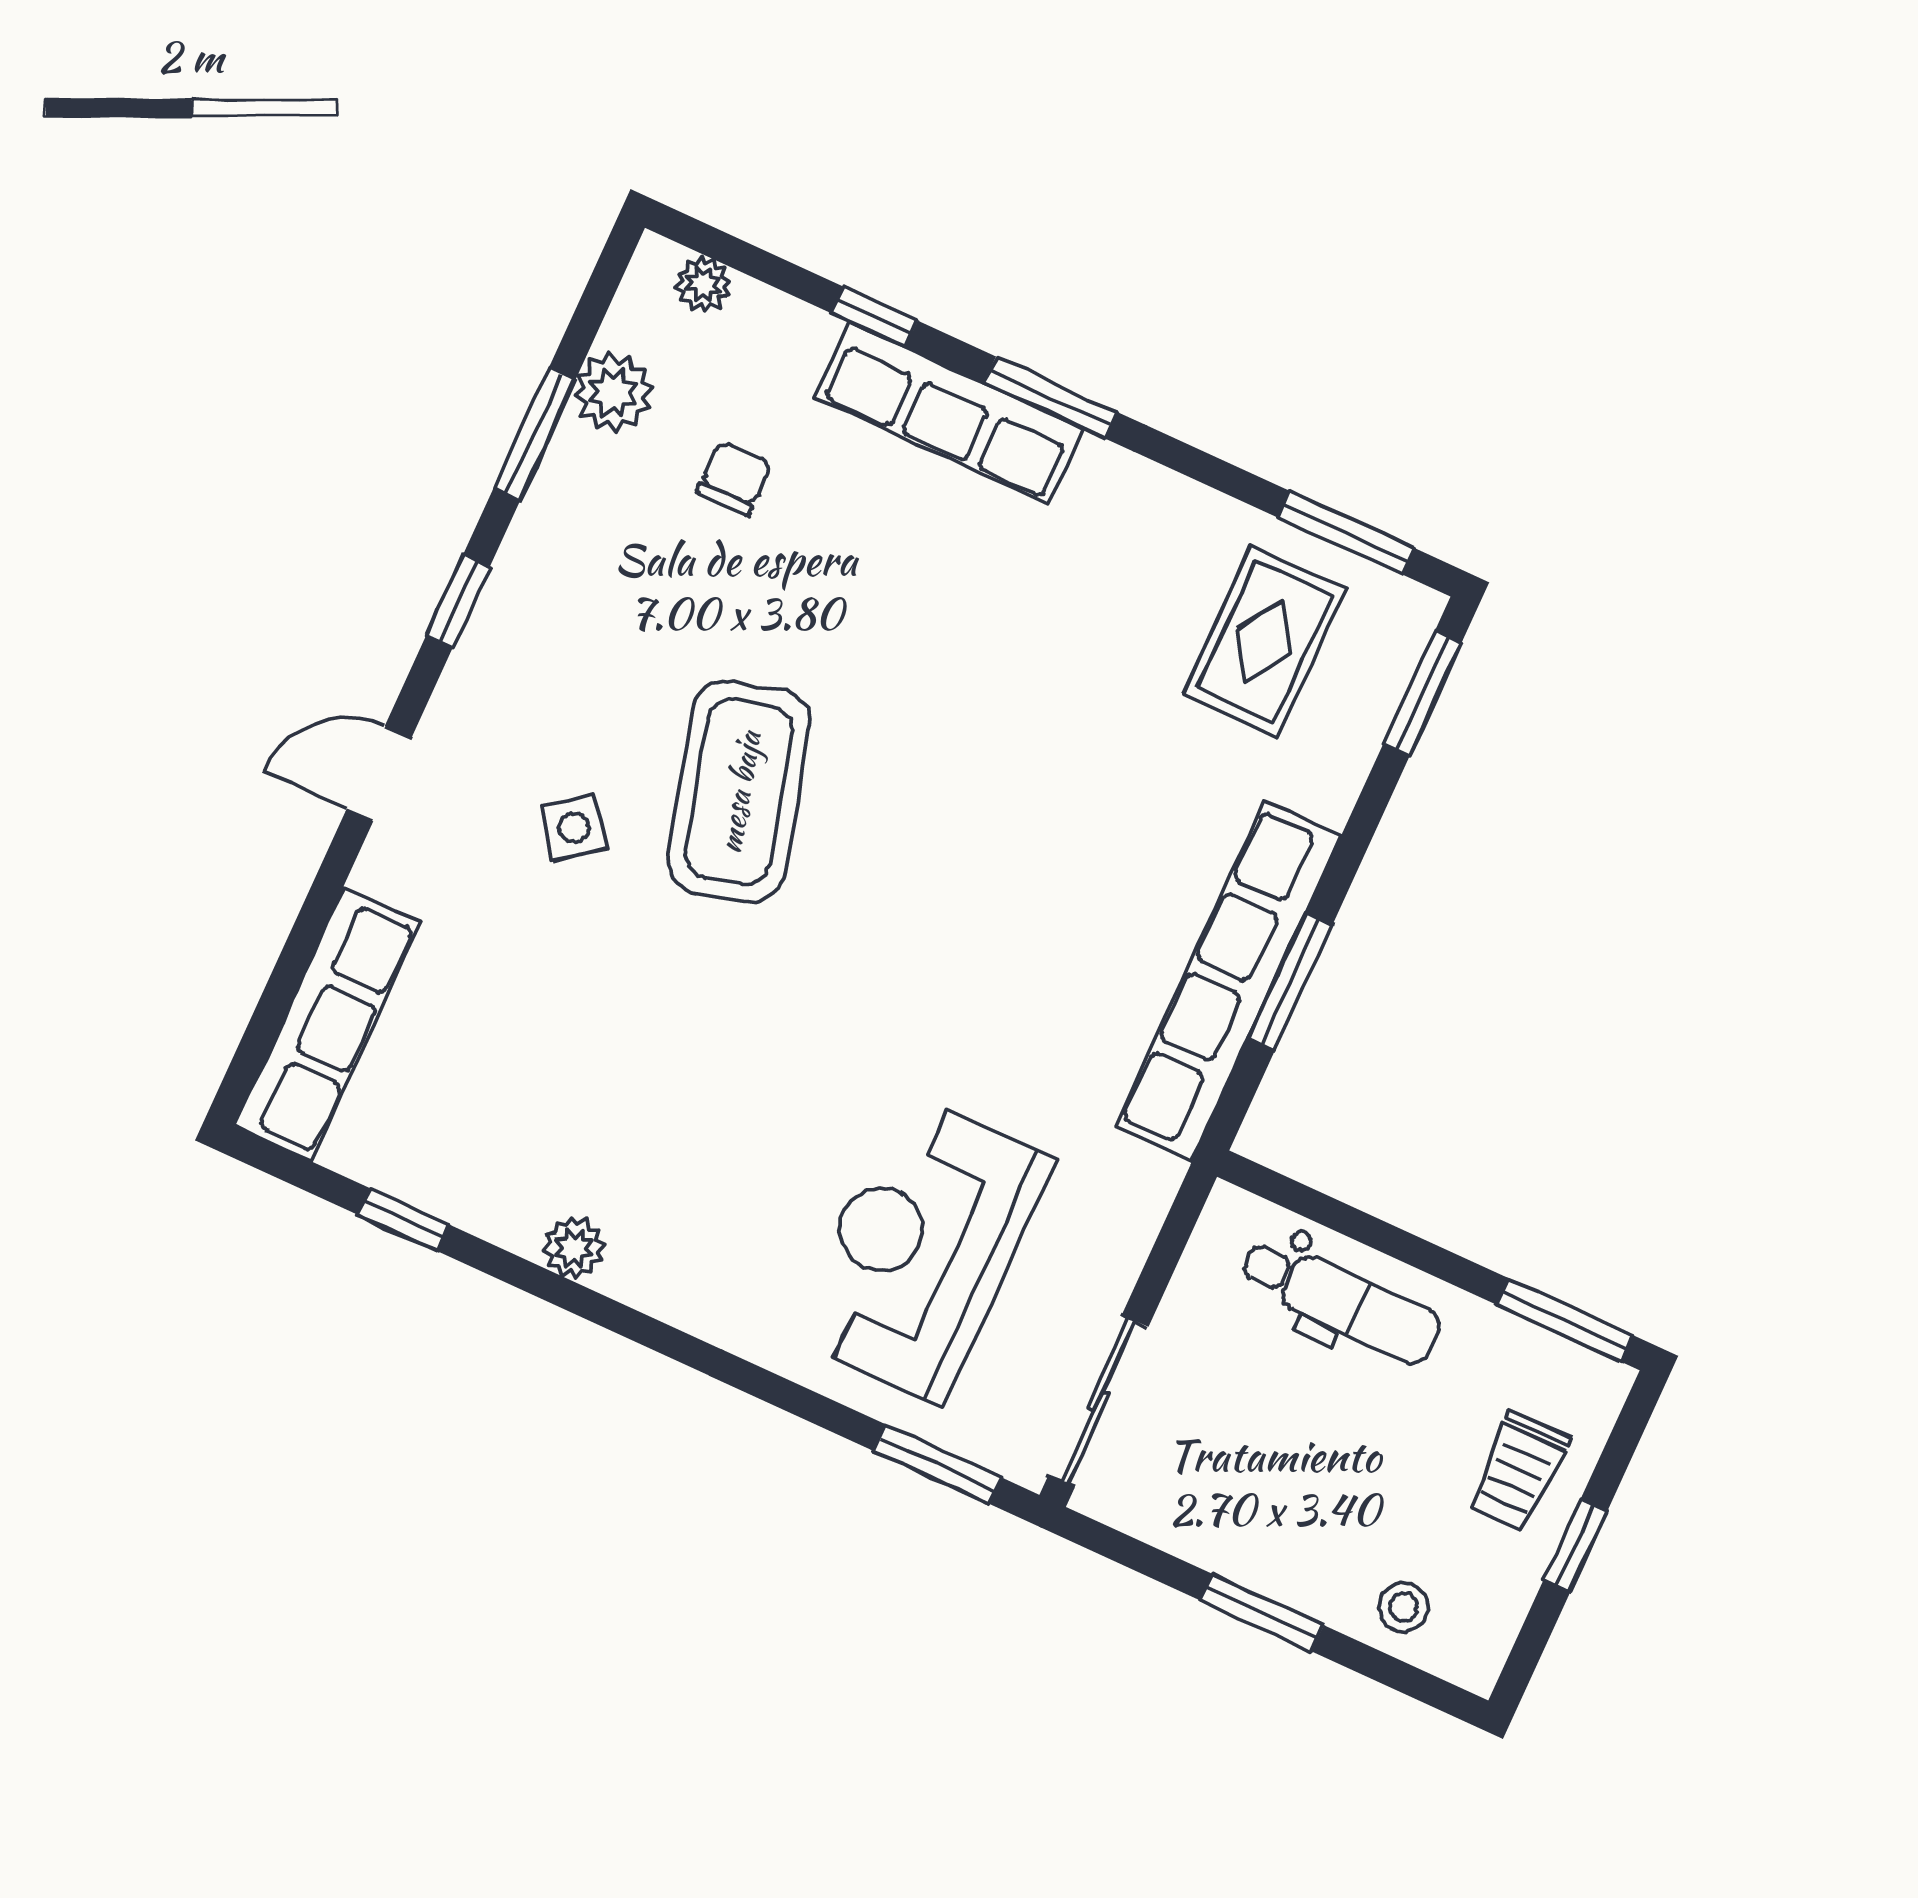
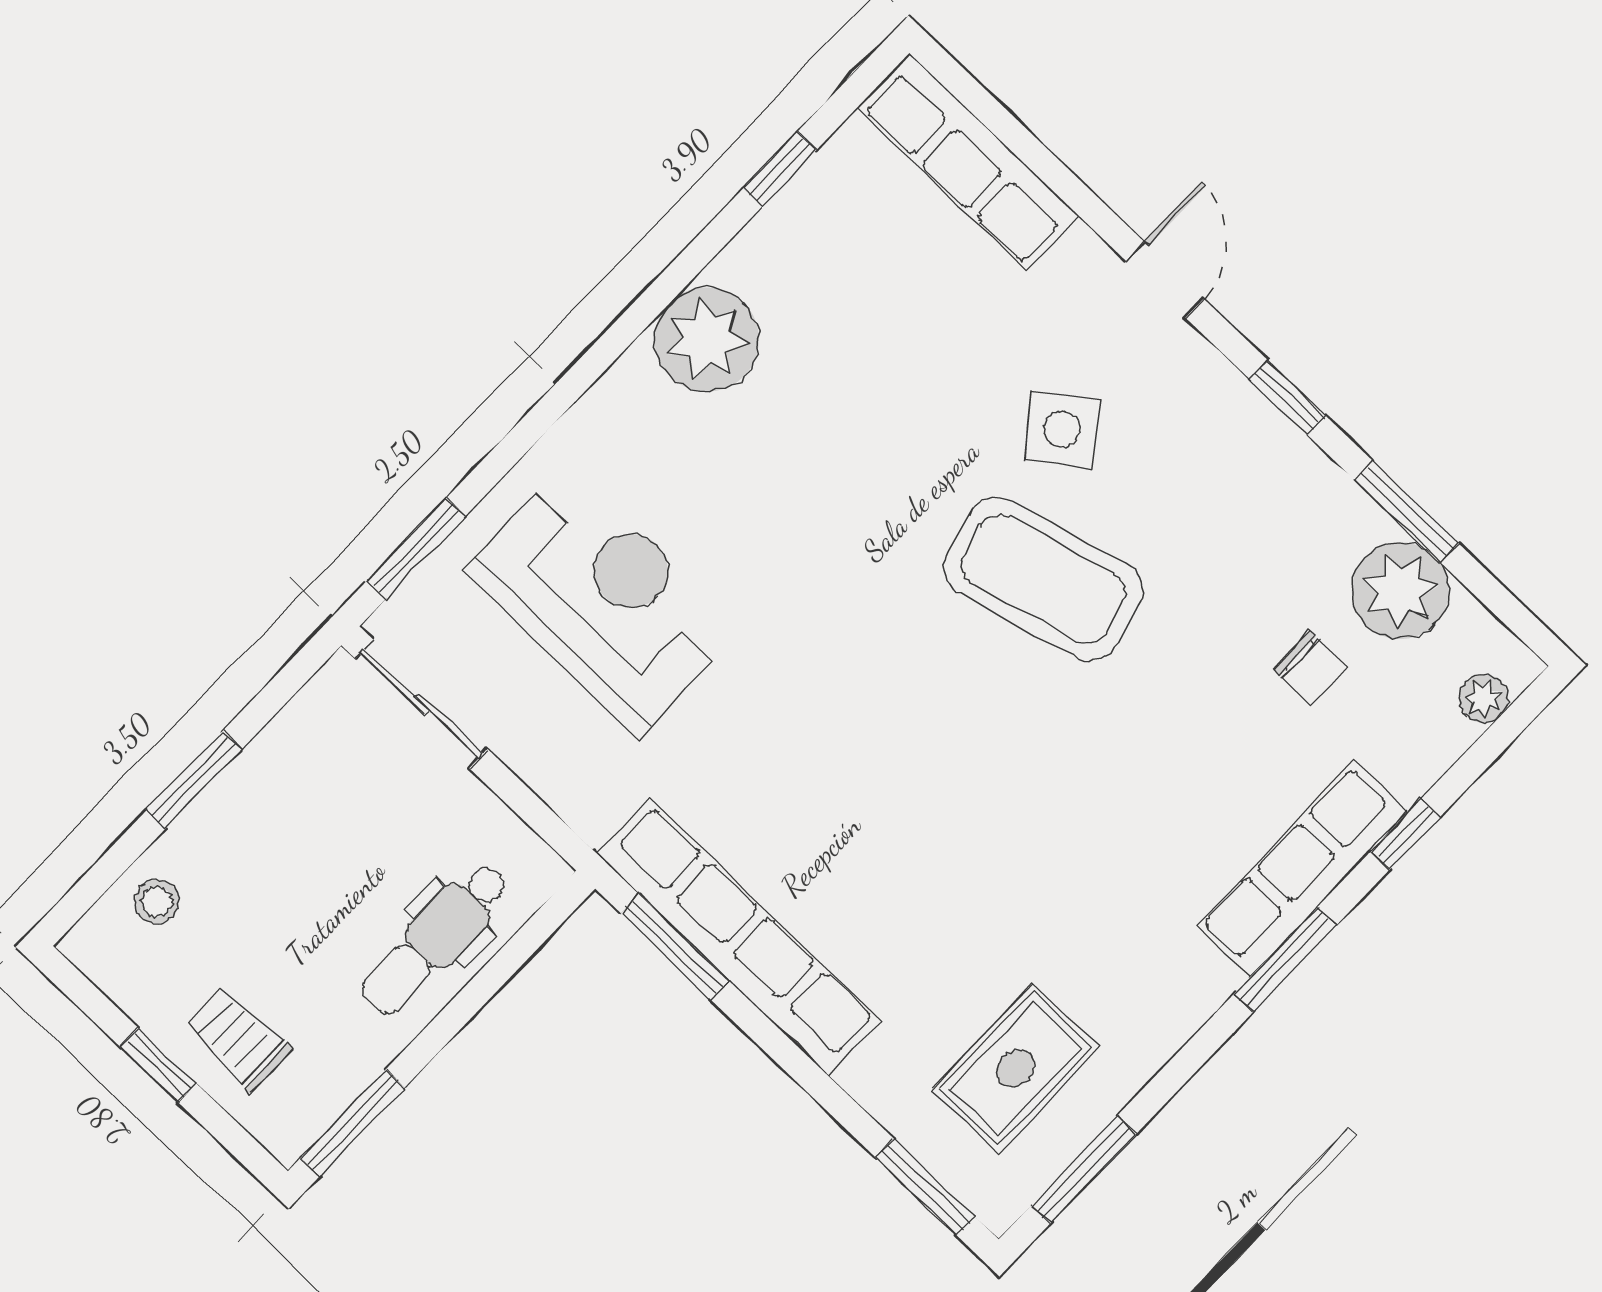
plant: (613, 393) -> (1400, 591), width x1.36, depth x1.36
rug: (1264, 641) -> (1016, 1068), turned 90
side table: (574, 827) -> (1062, 429), width x1.37, depth x1.37
window: (1290, 982) -> (675, 947), moved
plant: (574, 1248) -> (707, 339), width x1.88, depth x1.88

